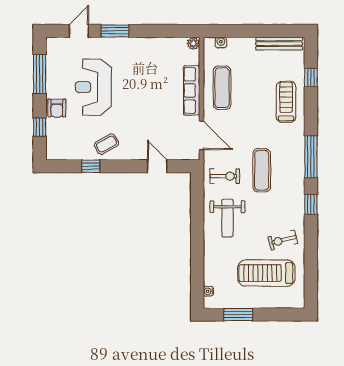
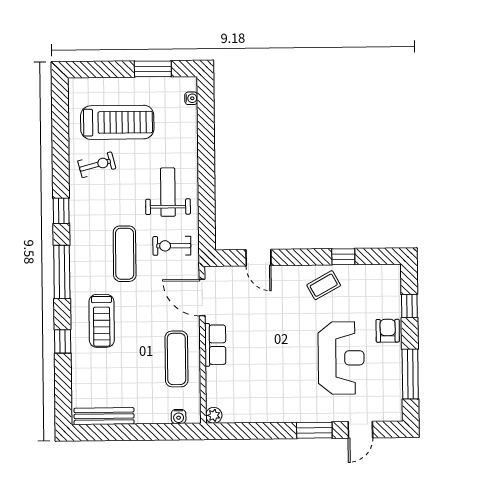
window: (311, 78) -> (63, 341), moved
row of seats: (192, 90) -> (215, 345), width x0.68
treadmill: (286, 102) -> (102, 321), moved

